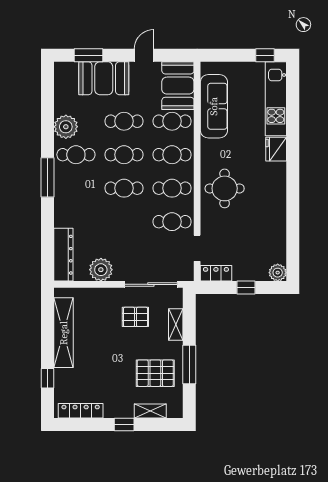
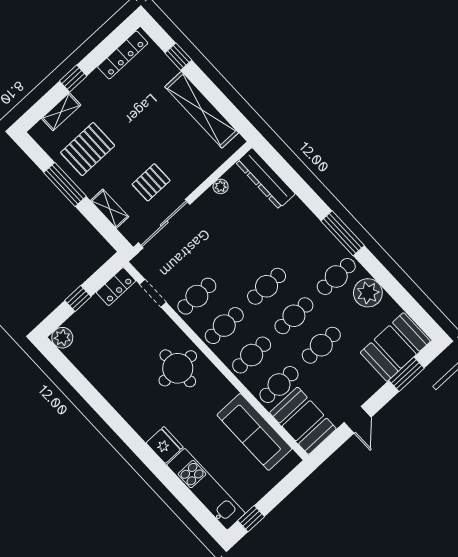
booth: (104, 78) -> (395, 347), moved
plant: (101, 270) -> (221, 186), width x0.53, depth x0.53

